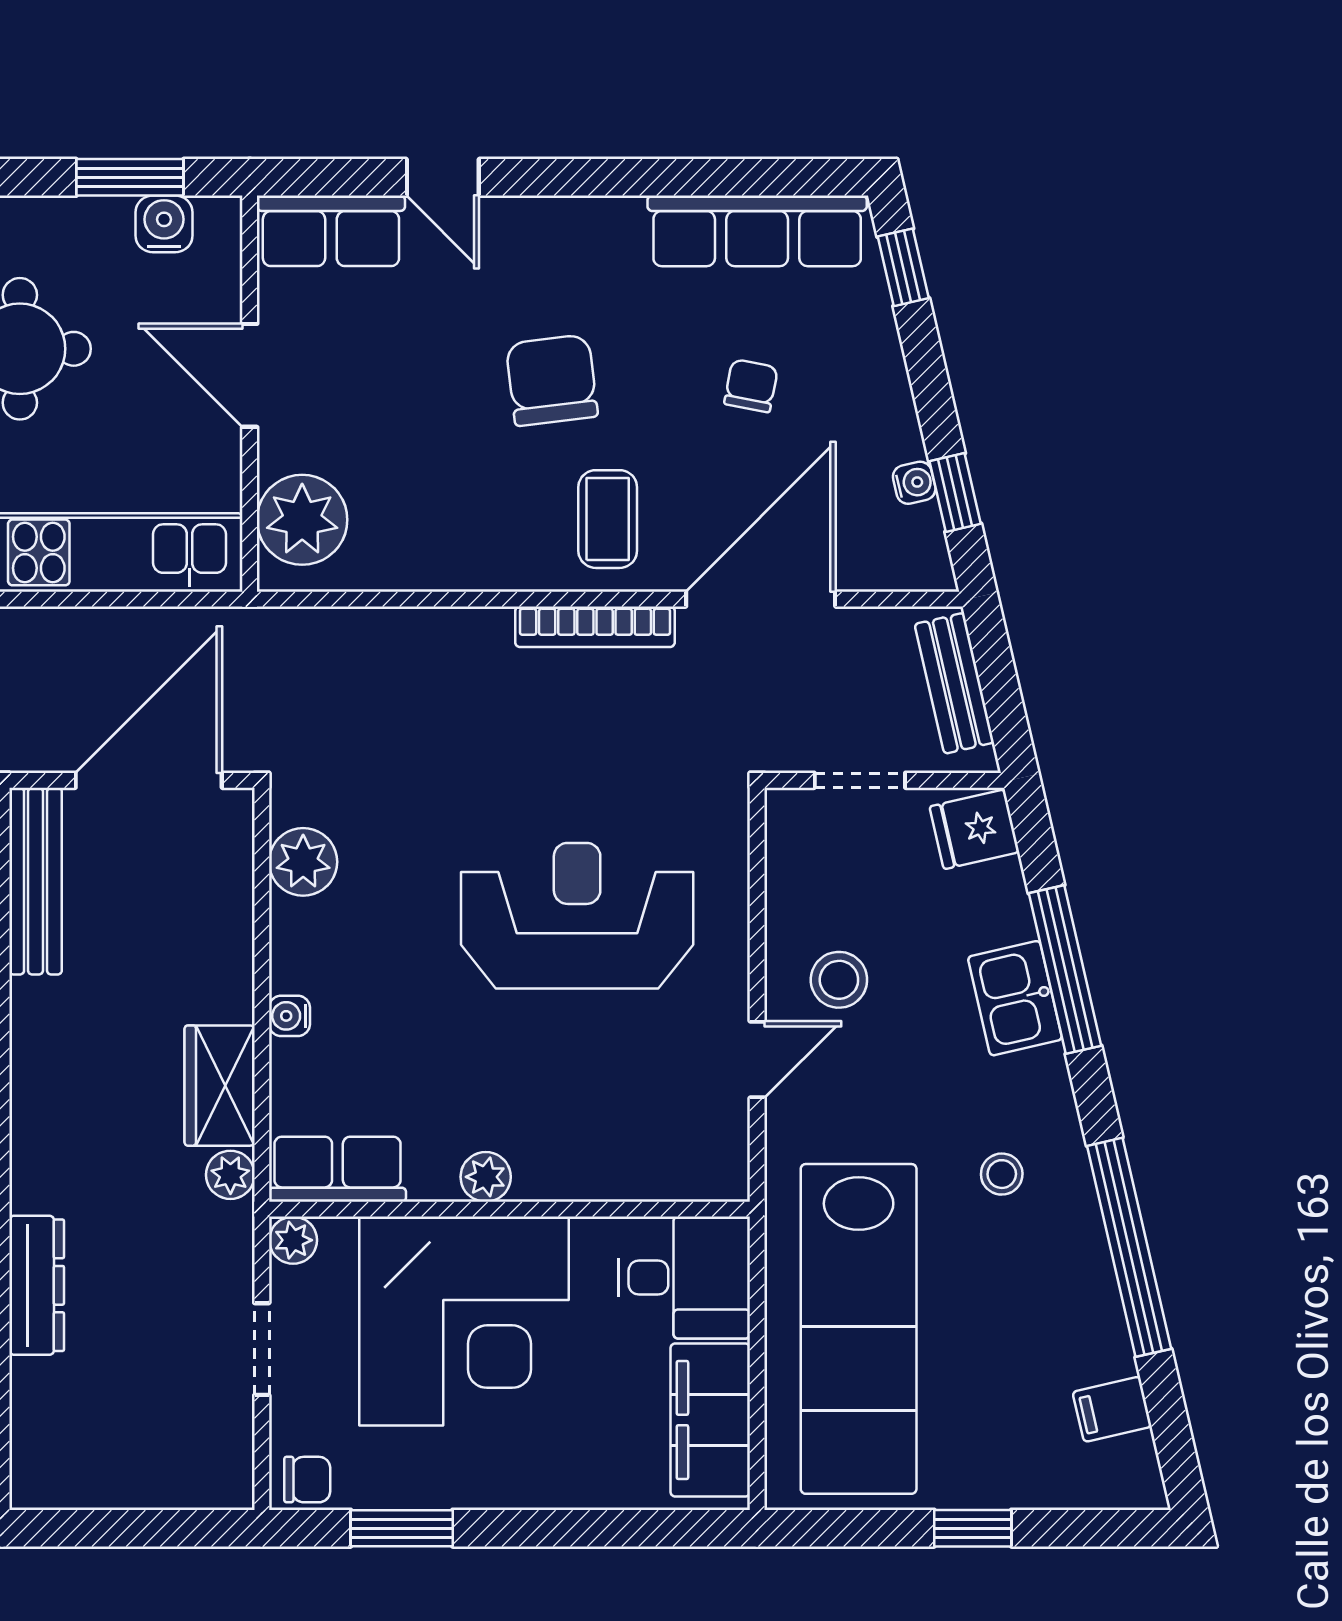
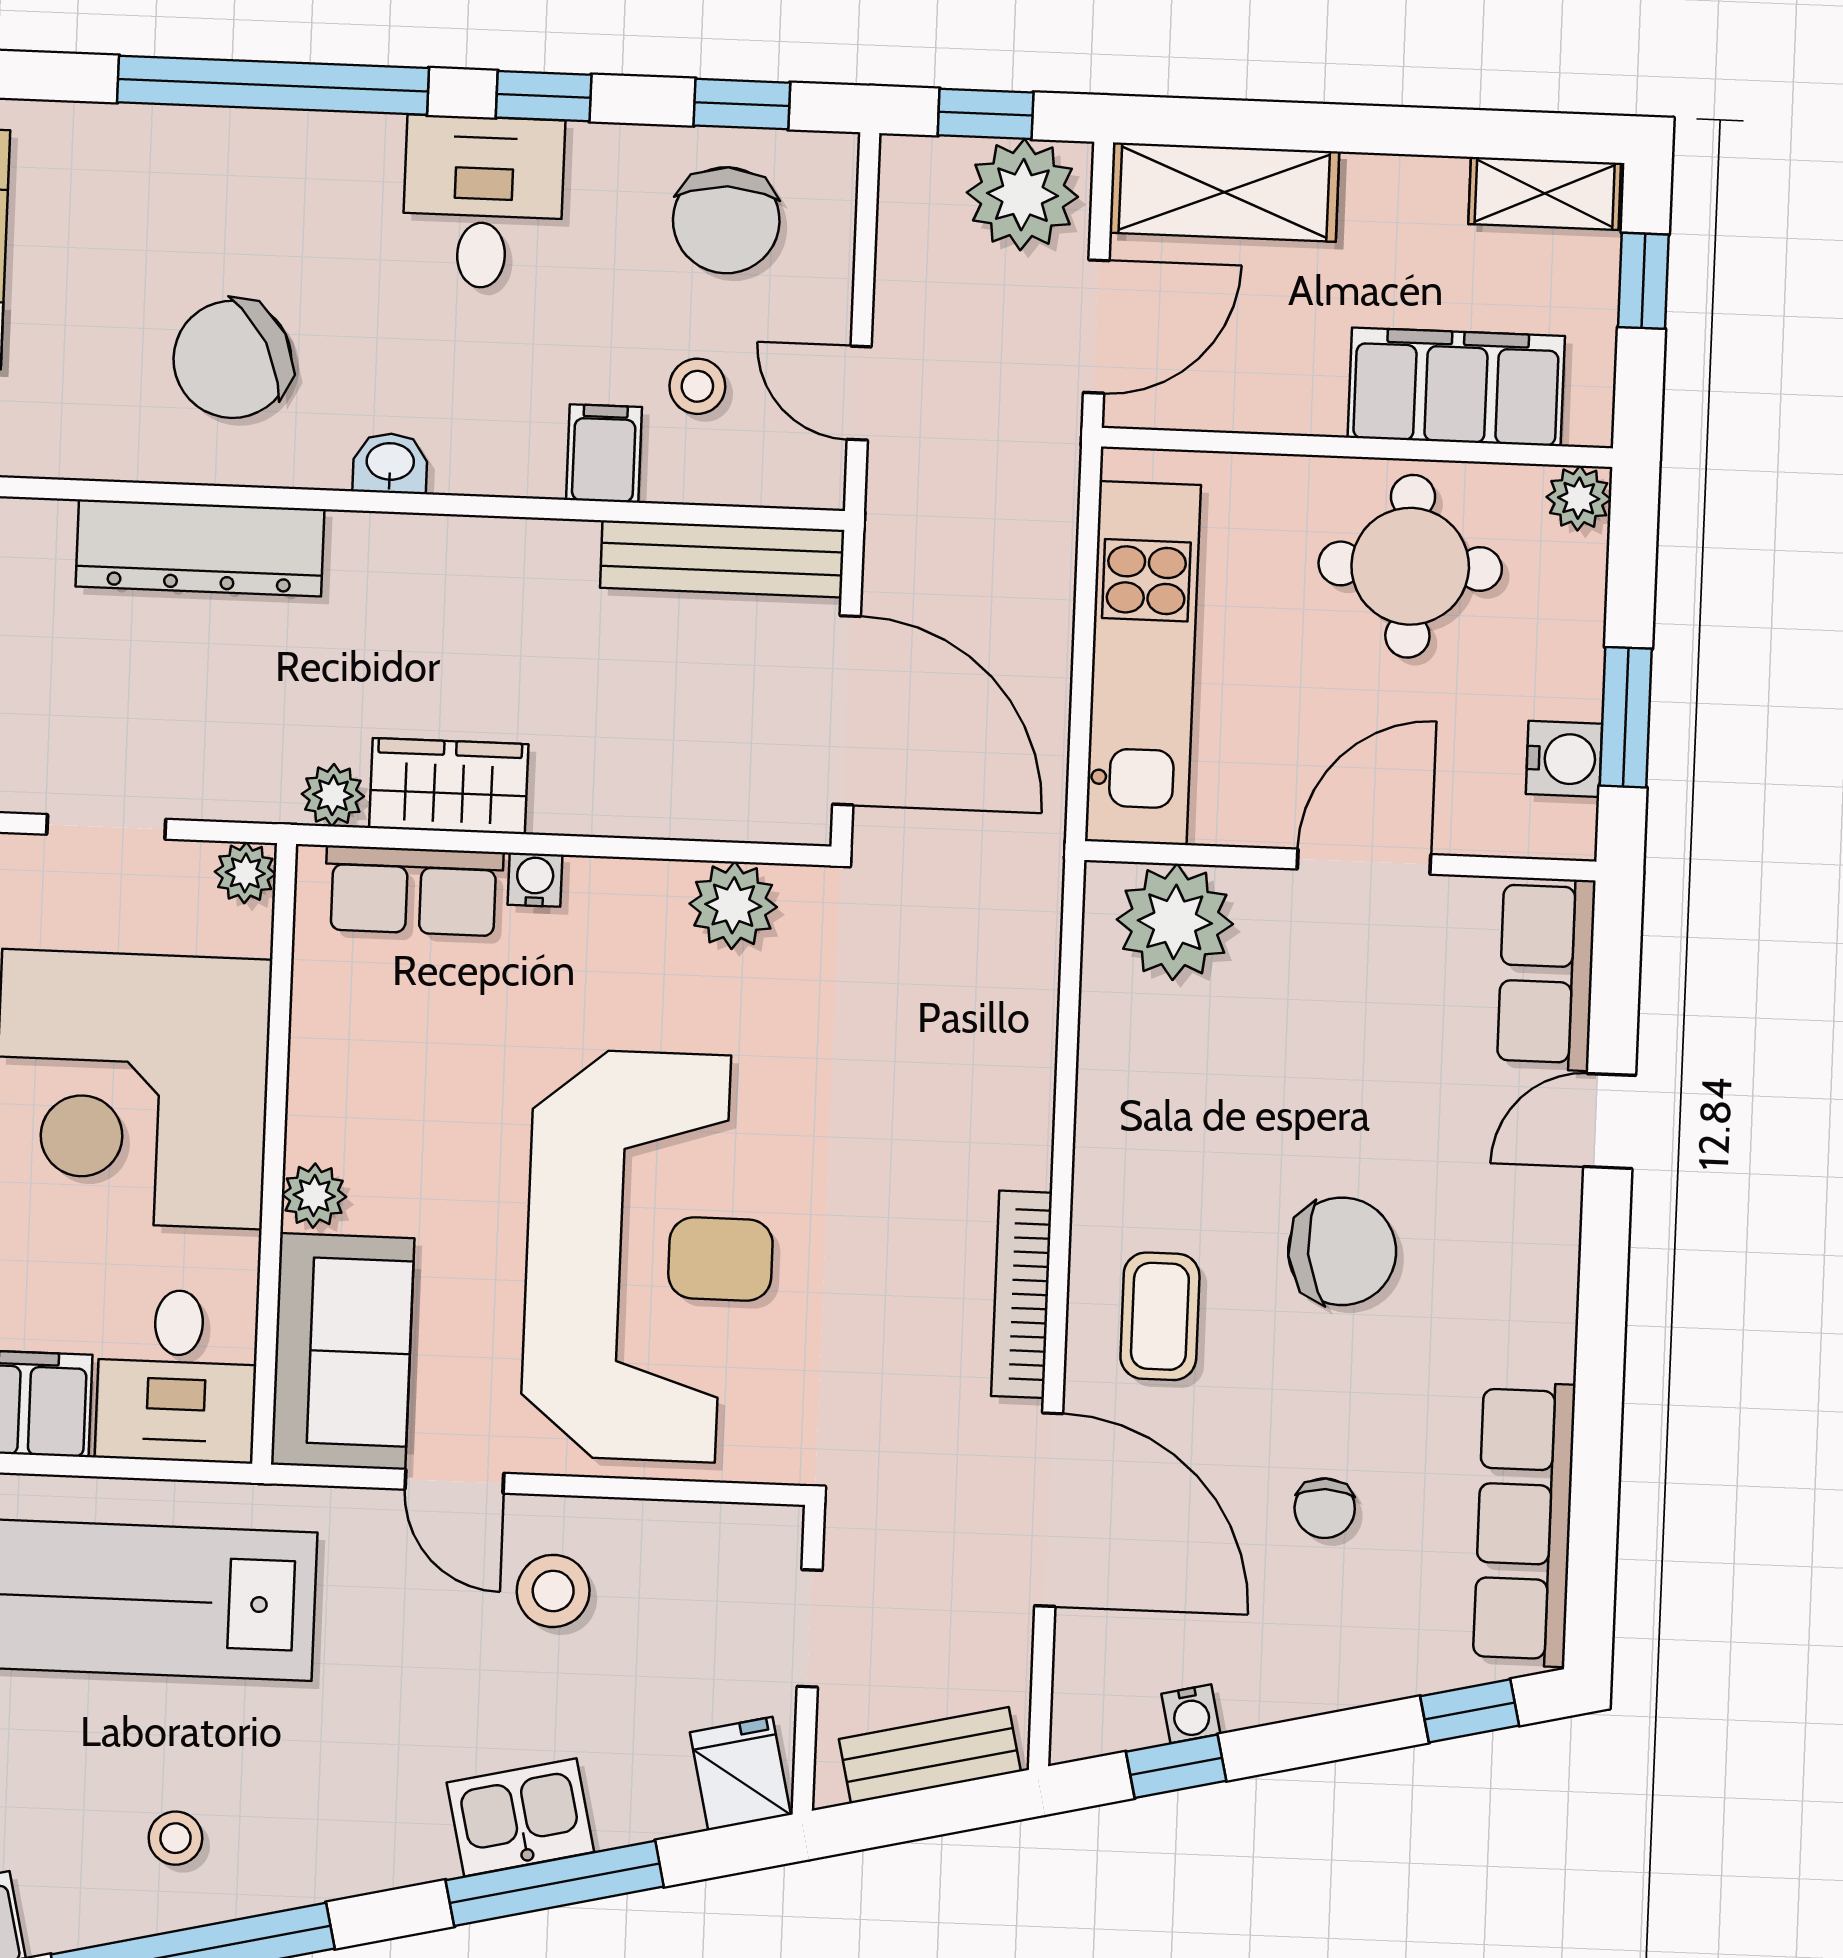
chair: (751, 386) -> (1325, 1508), turned 79
coffee table: (608, 519) -> (1160, 1316), turned 90
reception desk: (577, 916) -> (649, 1256), width x1.36, depth x1.30
sofa: (660, 1150) -> (343, 1351), added
row of seats: (337, 1169) -> (414, 891), moved, turned 90
stool: (1002, 1174) -> (175, 1838), moved
plant: (486, 1177) -> (314, 1196), moved
dresser: (37, 1285) -> (200, 548), width x1.37, depth x1.24

